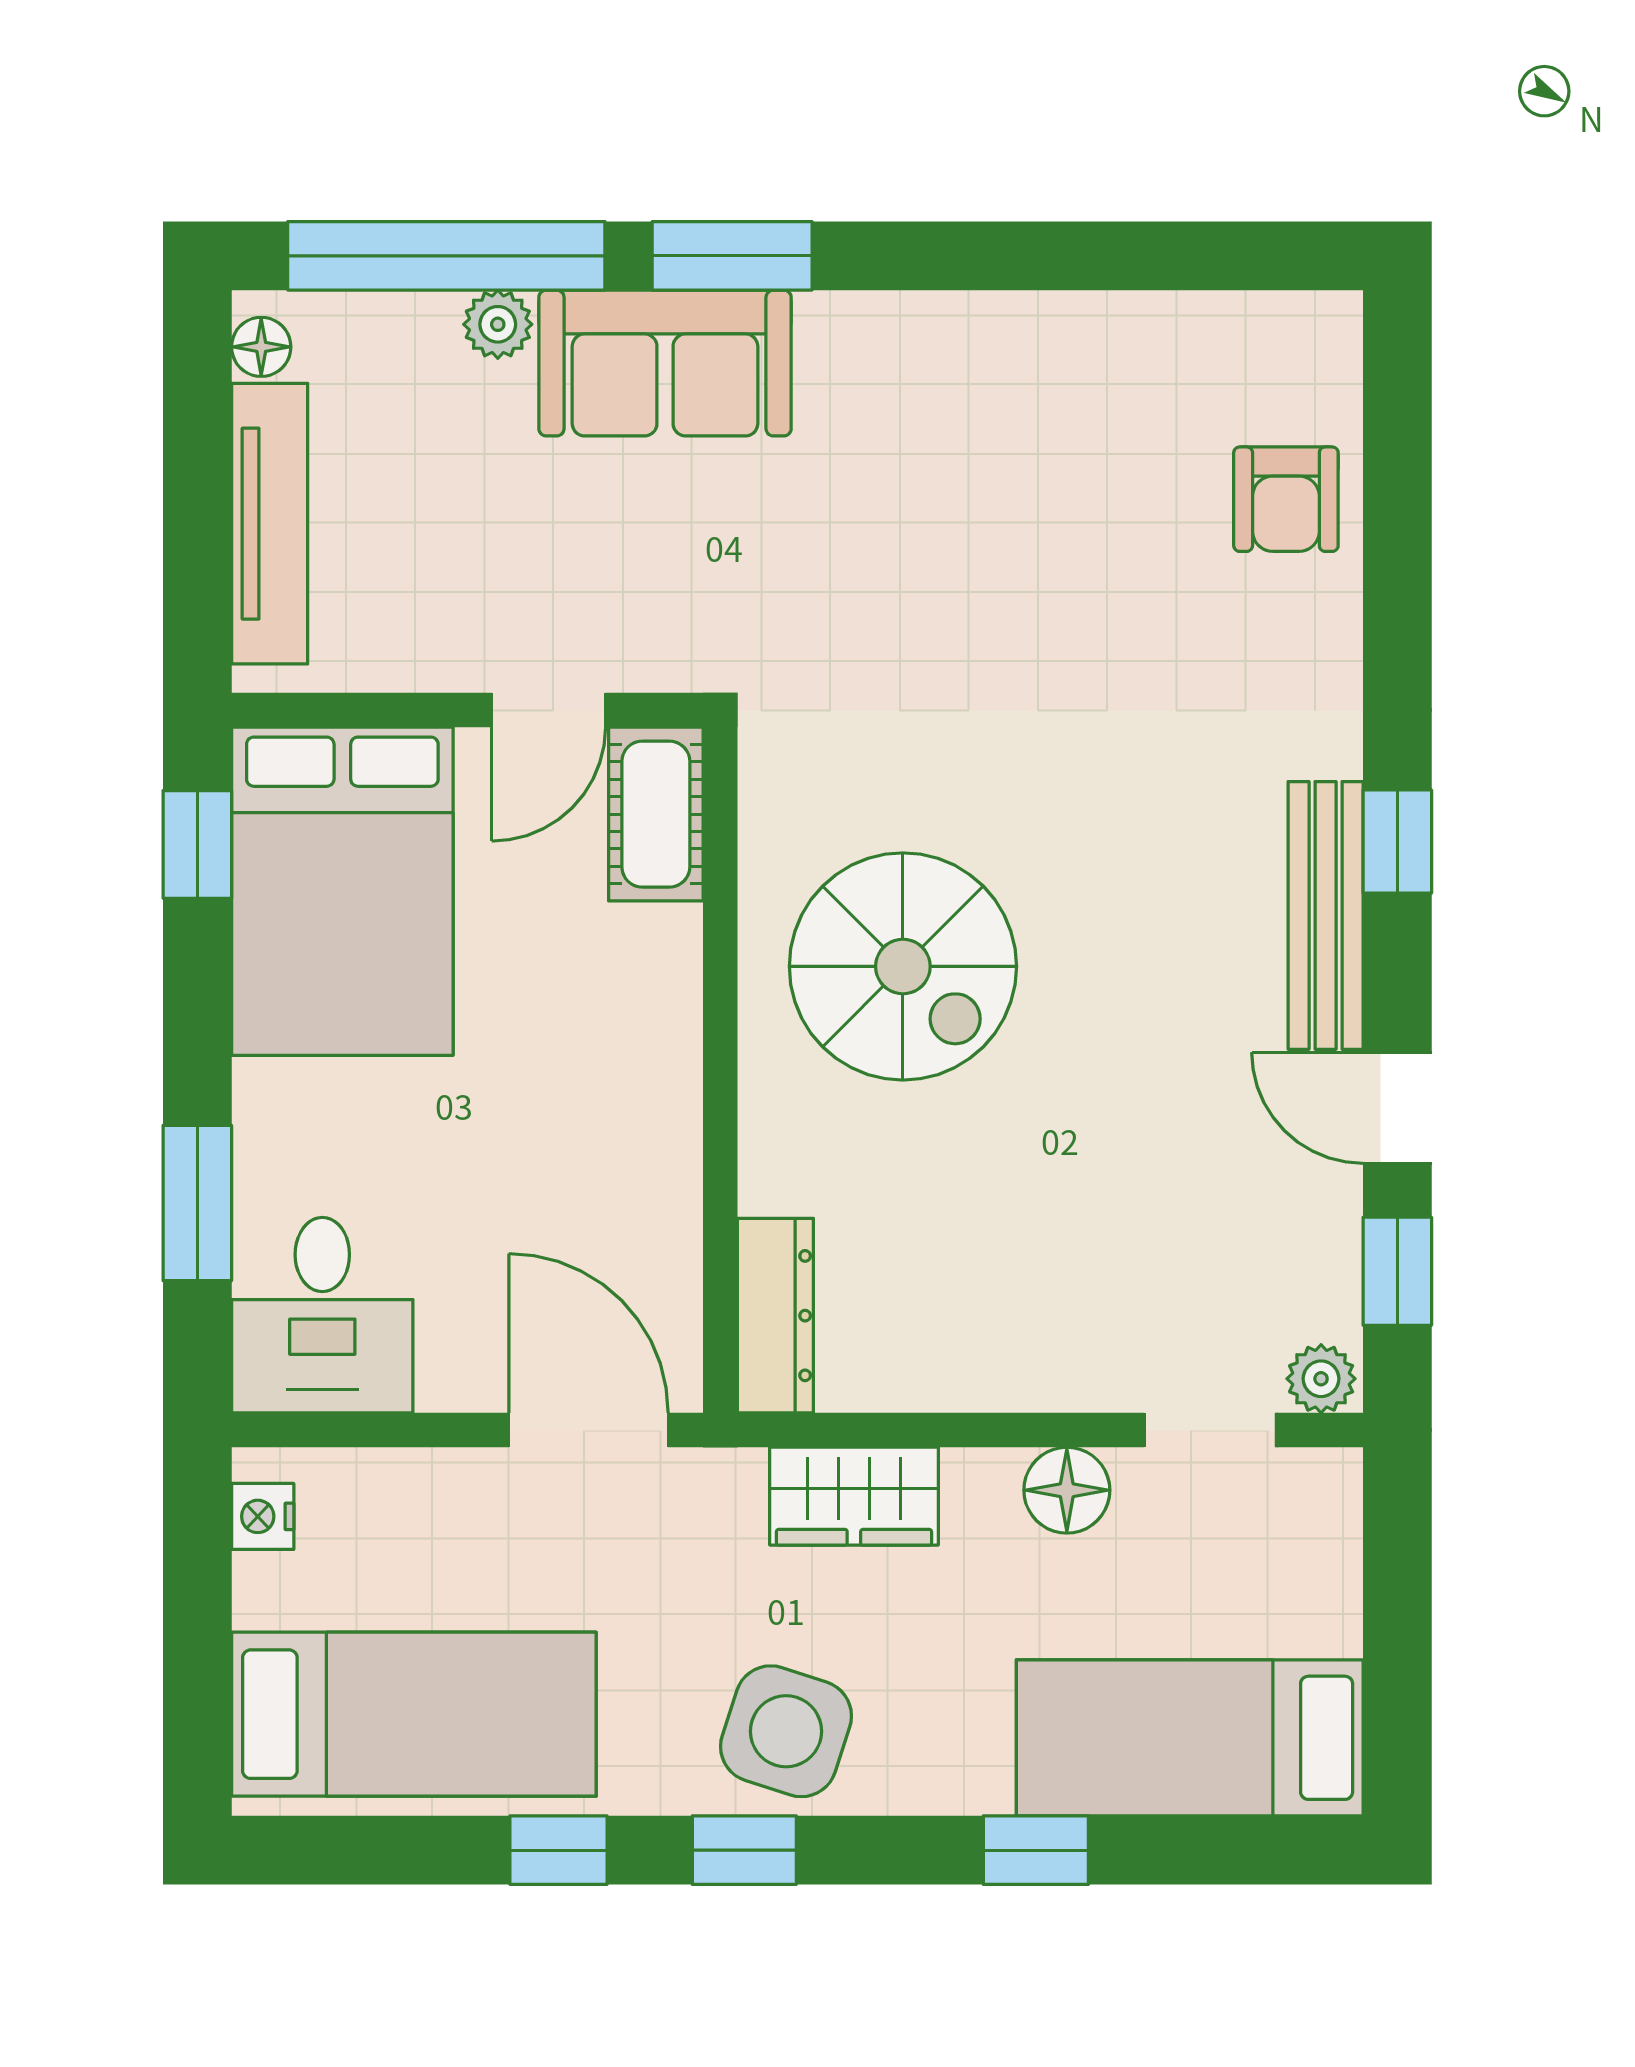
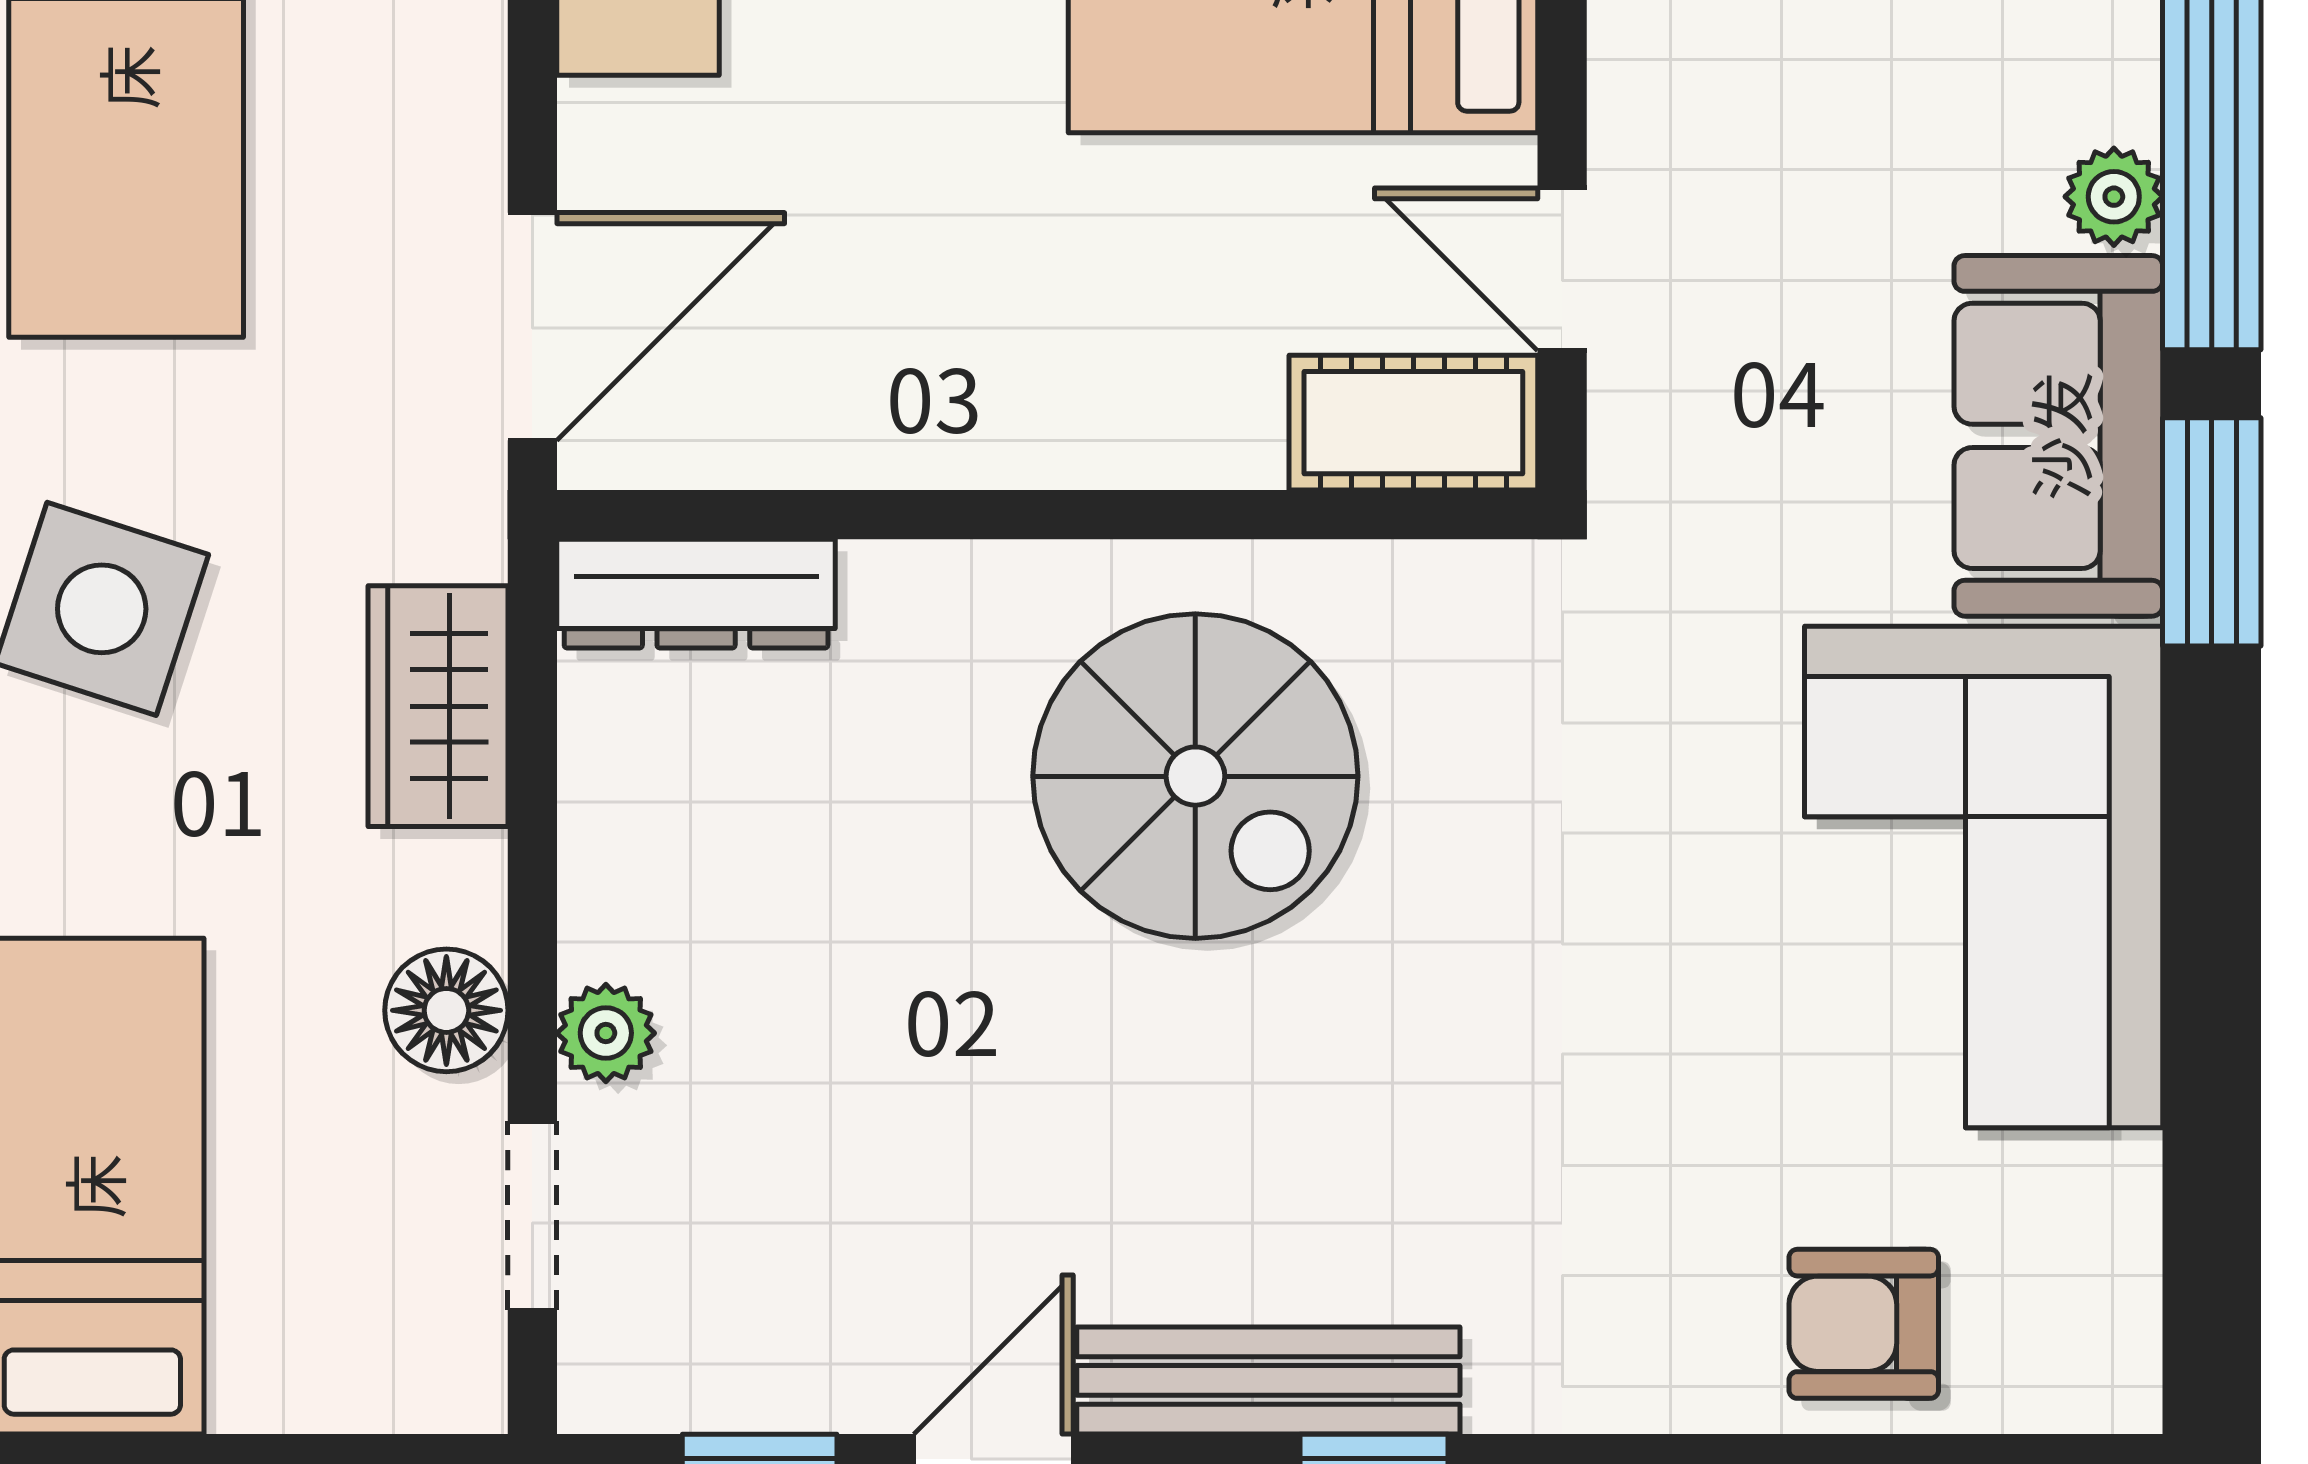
corner sofa: (974, 415) -> (1984, 877), added
spiral stairs: (903, 966) -> (1195, 776), turned -90
plant: (1321, 1379) -> (606, 1033), moved

